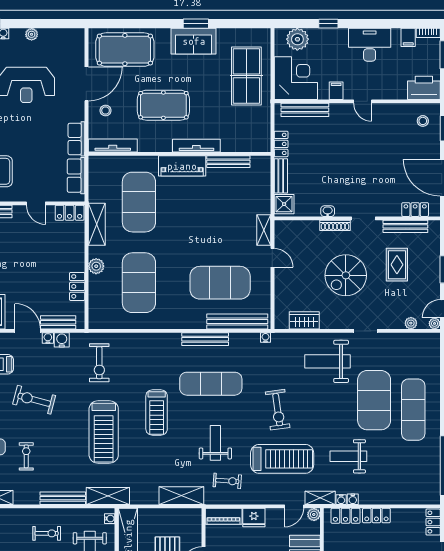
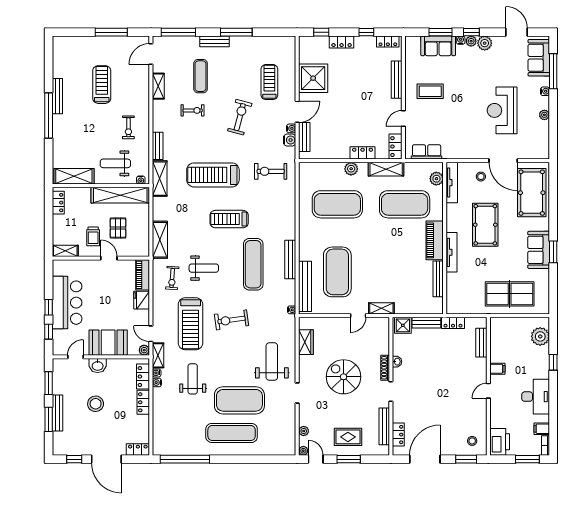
corner desk: (296, 78) -> (508, 335), removed
bench: (305, 110) -> (481, 343), width x0.73
row of seats: (76, 139) -> (457, 152), removed
plant: (108, 164) -> (436, 179), added
rug: (397, 265) -> (348, 437), moved
locker: (77, 286) -> (363, 153), moved
bench: (63, 498) -> (158, 146), width x0.73

